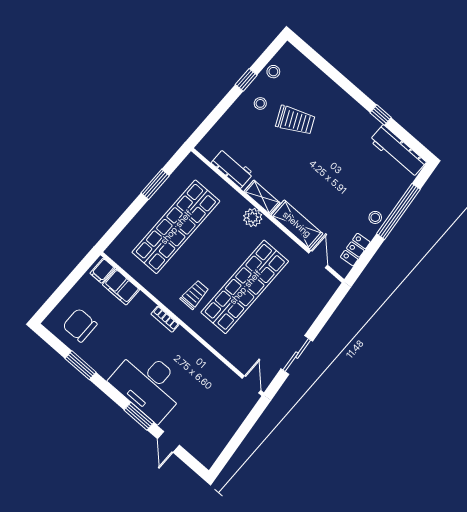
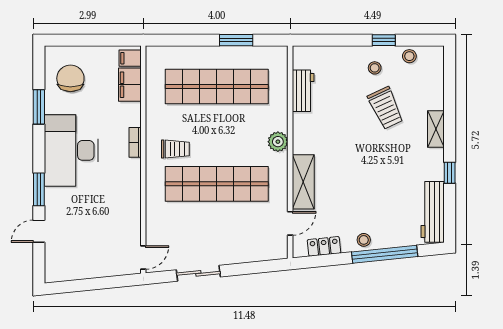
shelving: (262, 197) -> (436, 129), moved
desk: (149, 384) -> (71, 150), moved

